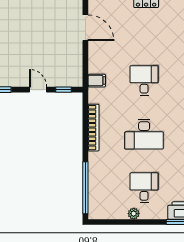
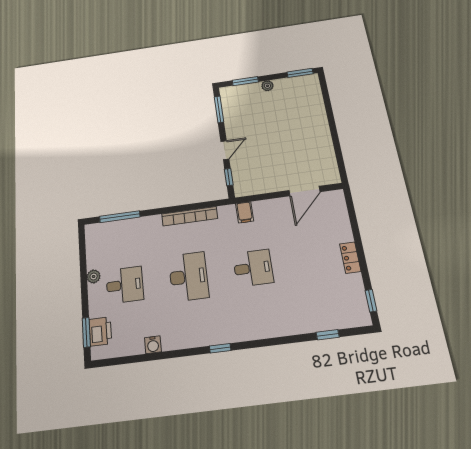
desk: (144, 134) -> (189, 277), turned 180
window: (85, 188) -> (120, 217), width x0.68

